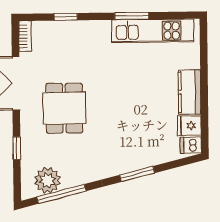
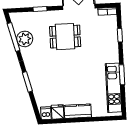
plant: (47, 180) -> (25, 39), moved

